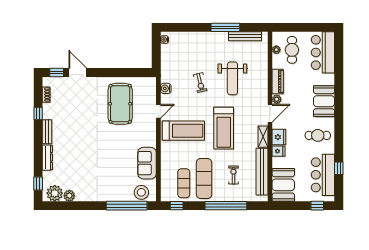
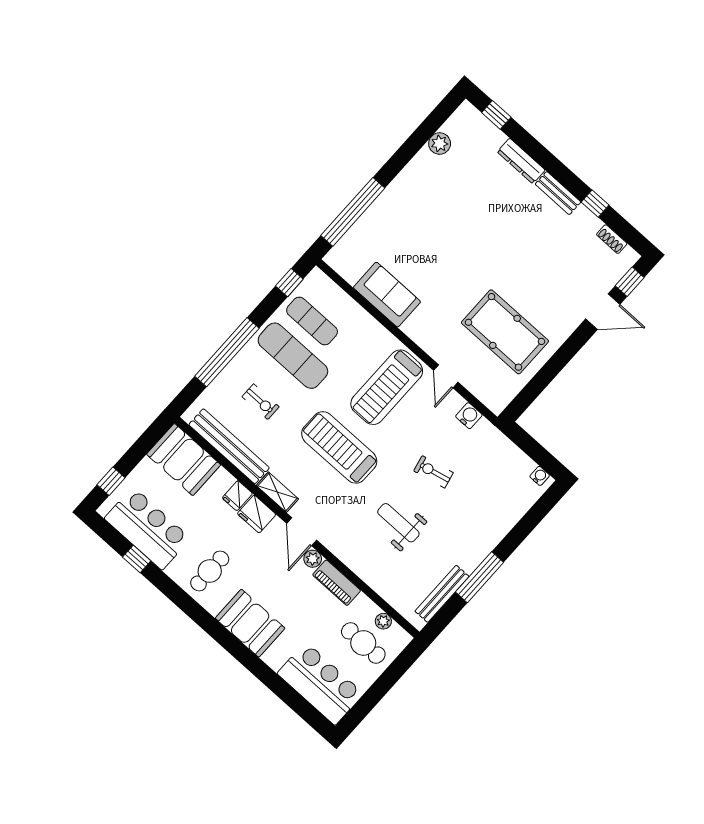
weight bench: (232, 78) -> (398, 523), width x0.73, depth x0.75
stool: (141, 192) -> (353, 250), removed
plant: (55, 193) -> (462, 126), removed

